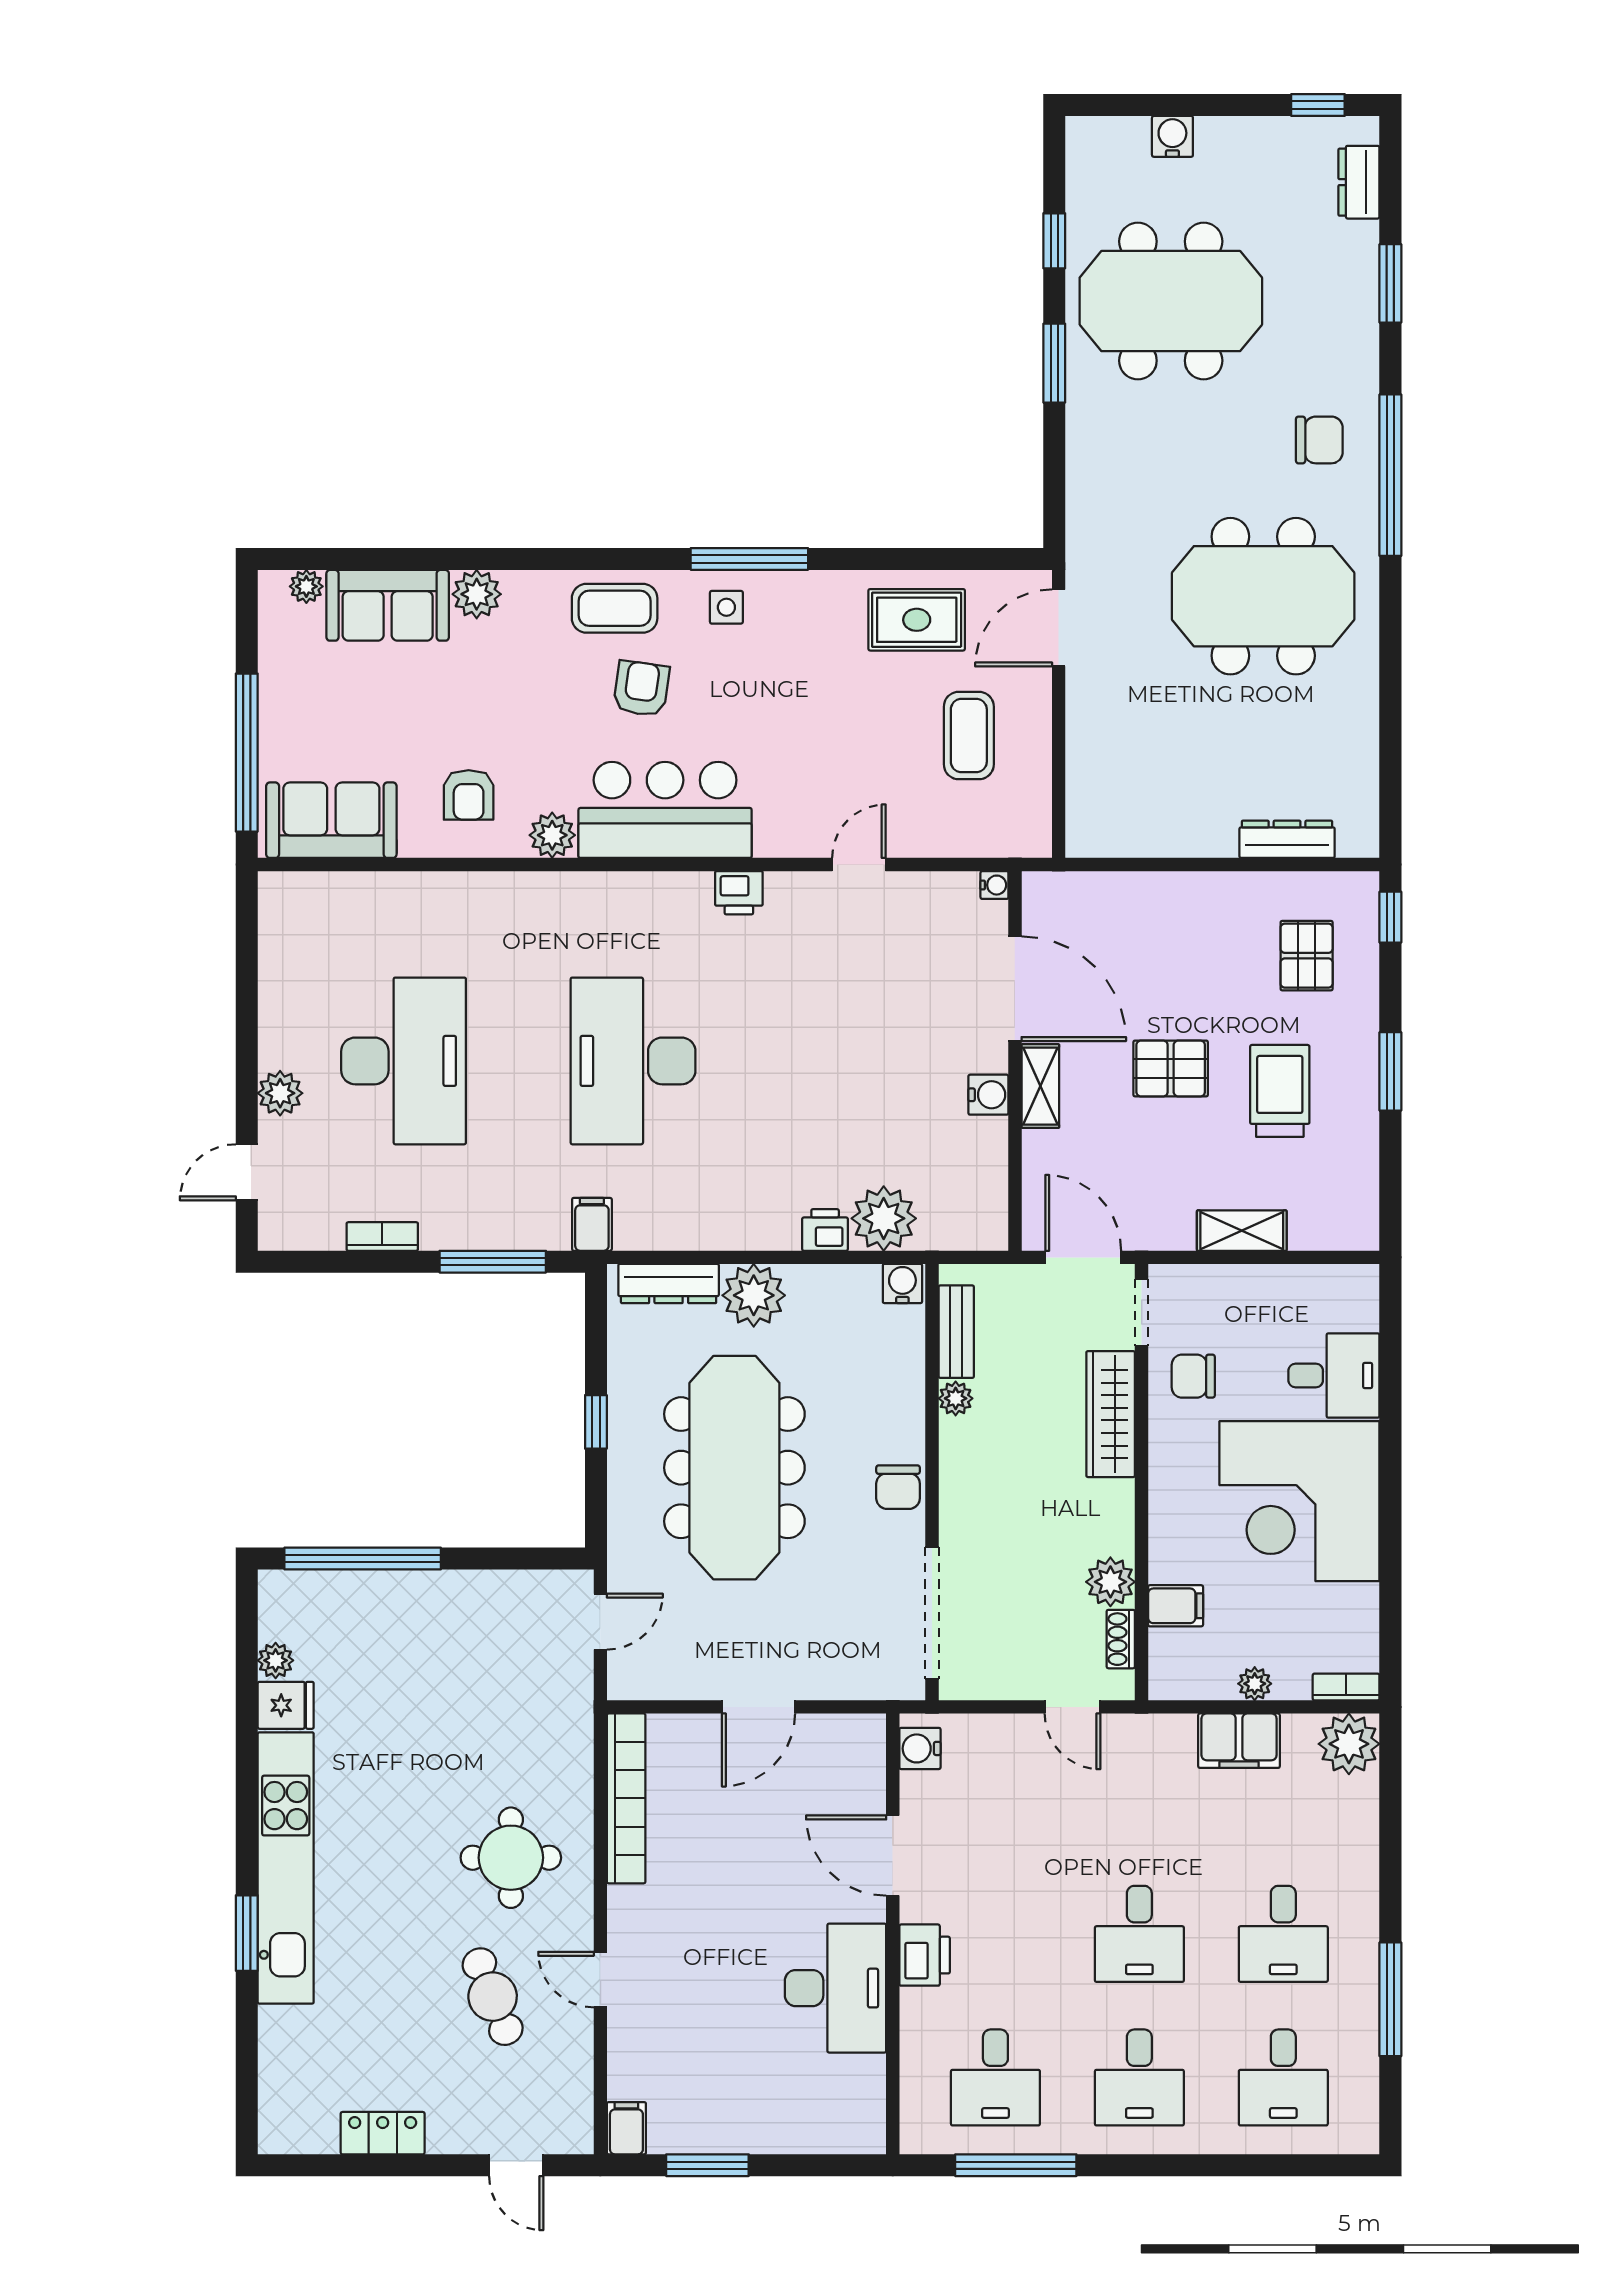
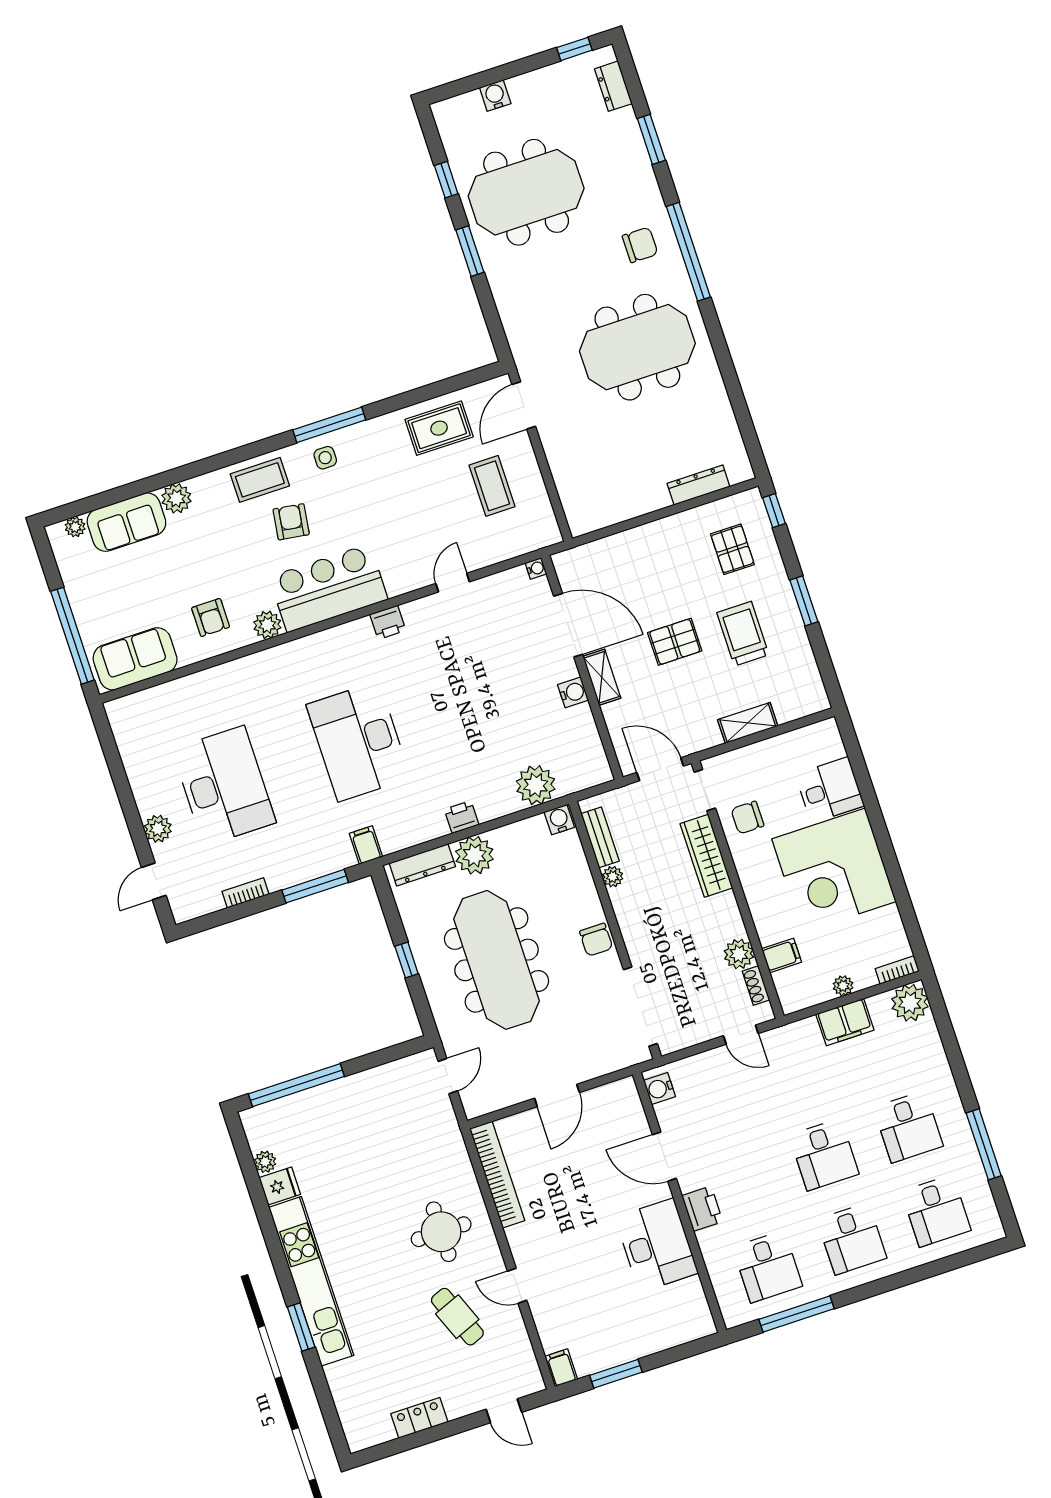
printer: (825, 1230) -> (462, 817), moved

